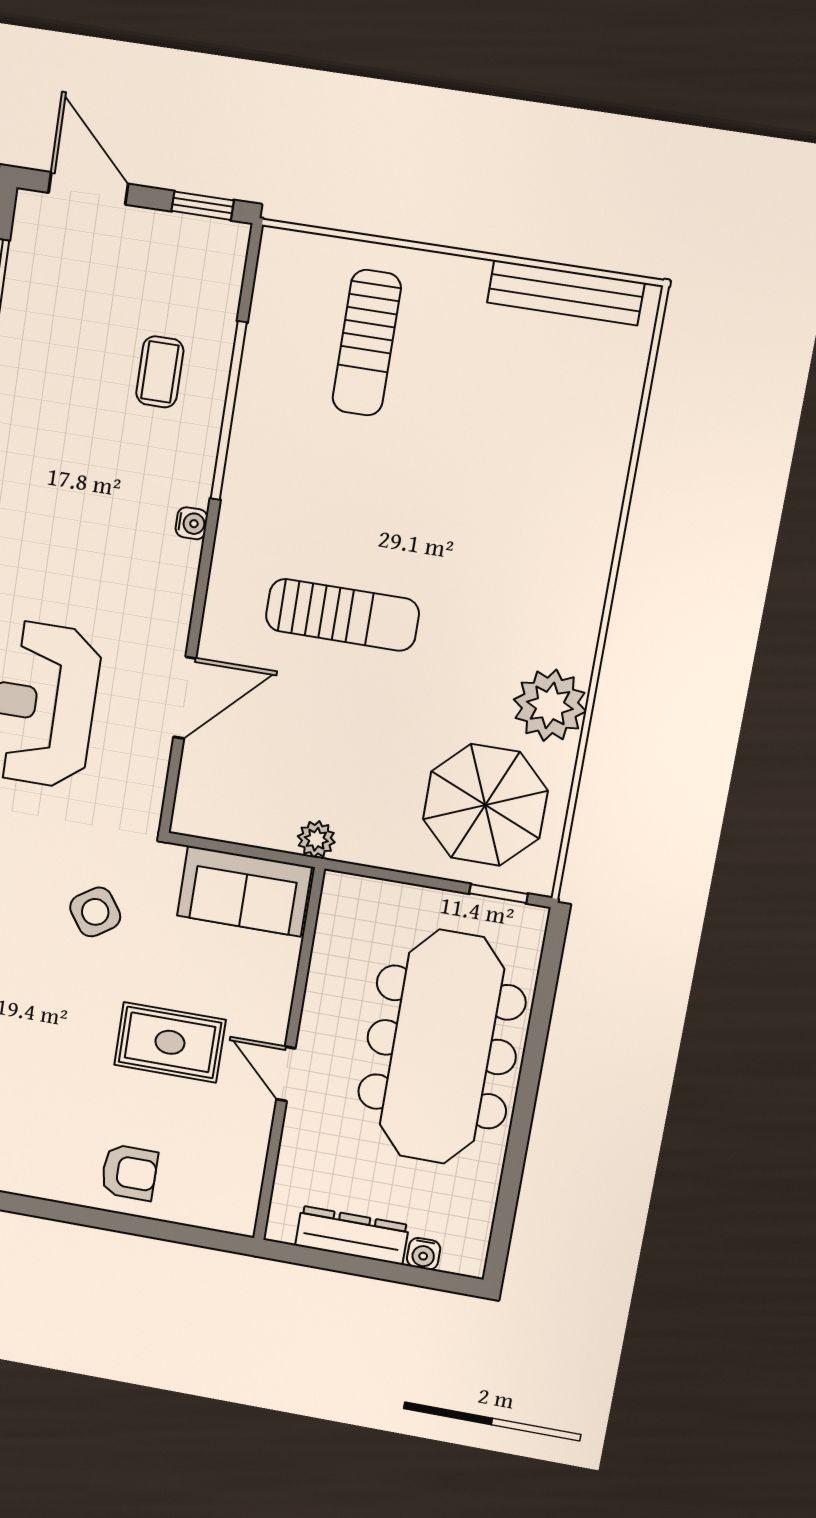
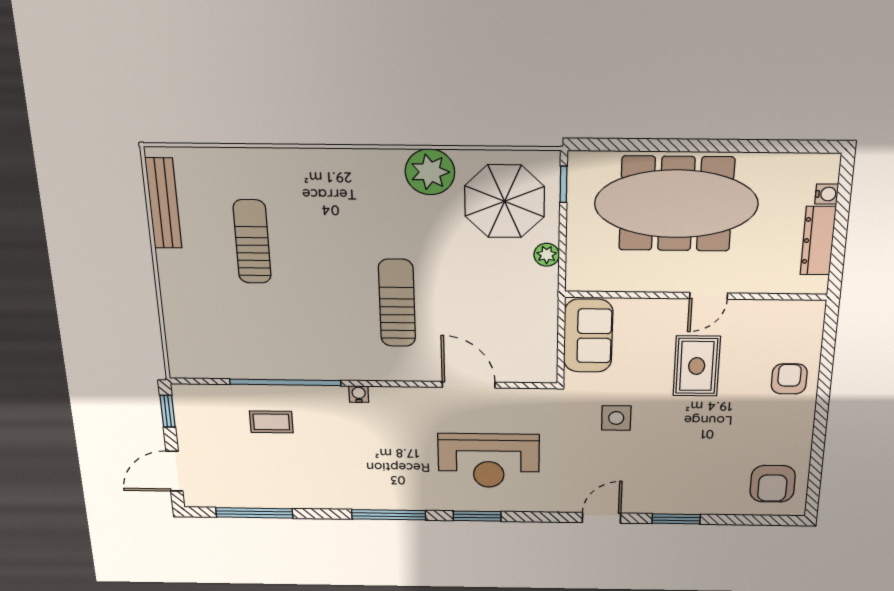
sun lounger: (367, 343) -> (252, 242), moved, turned -90
plant: (316, 839) -> (547, 255), moved
side table: (95, 912) -> (616, 418), turned 34

